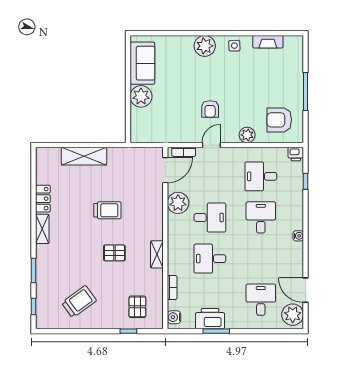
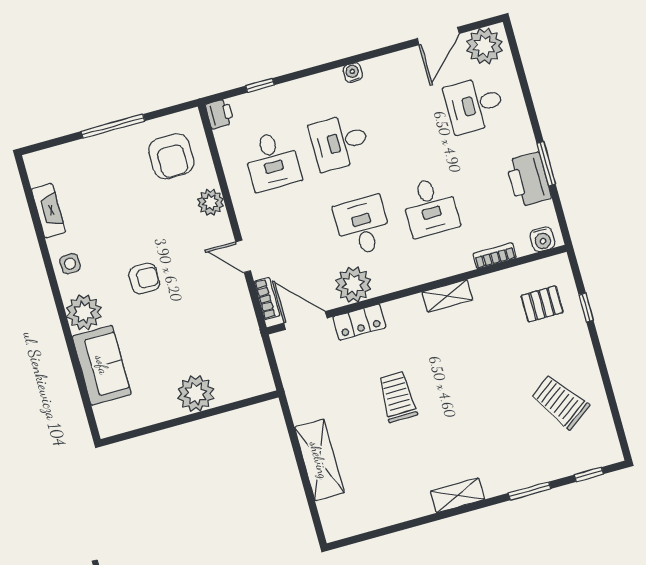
sofa: (142, 63) -> (102, 365), moved, turned 90
armchair: (210, 109) -> (144, 279), moved
locker: (43, 199) -> (359, 322), moved, turned 180
pallet: (114, 253) -> (464, 366), removed

